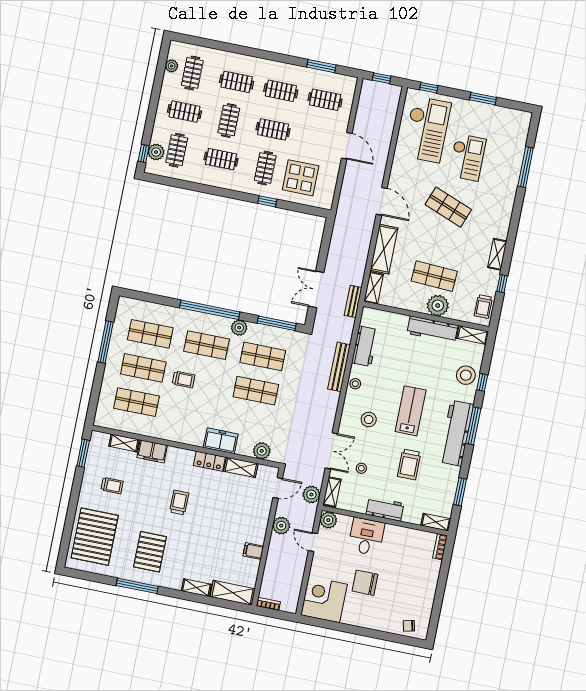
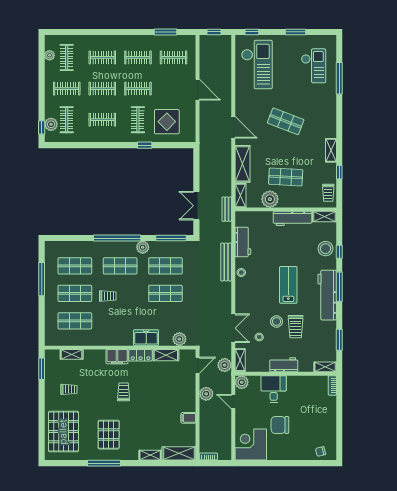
clothes rail: (229, 120) -> (102, 89), turned 90
checkout: (467, 157) -> (314, 66), moved
plant: (438, 306) -> (270, 199), moved
stool: (369, 419) -> (277, 321), moved
filing cabinet: (152, 451) -> (117, 357), moved

